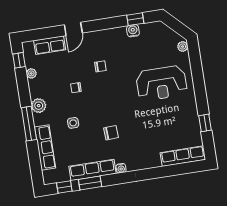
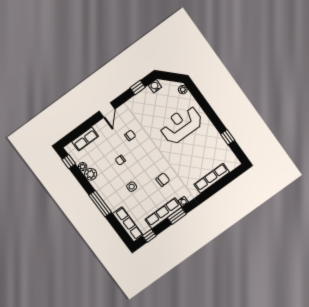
door: (73, 29) -> (107, 110), moved
water cooler: (133, 31) -> (155, 86), moved
reception desk: (161, 83) -> (181, 125), turned 180
plant: (39, 106) -> (91, 174), moved
row of seats: (45, 148) -> (128, 224), moved
row of seats: (183, 156) -> (212, 178), moved
window: (90, 183) -> (177, 216), moved

